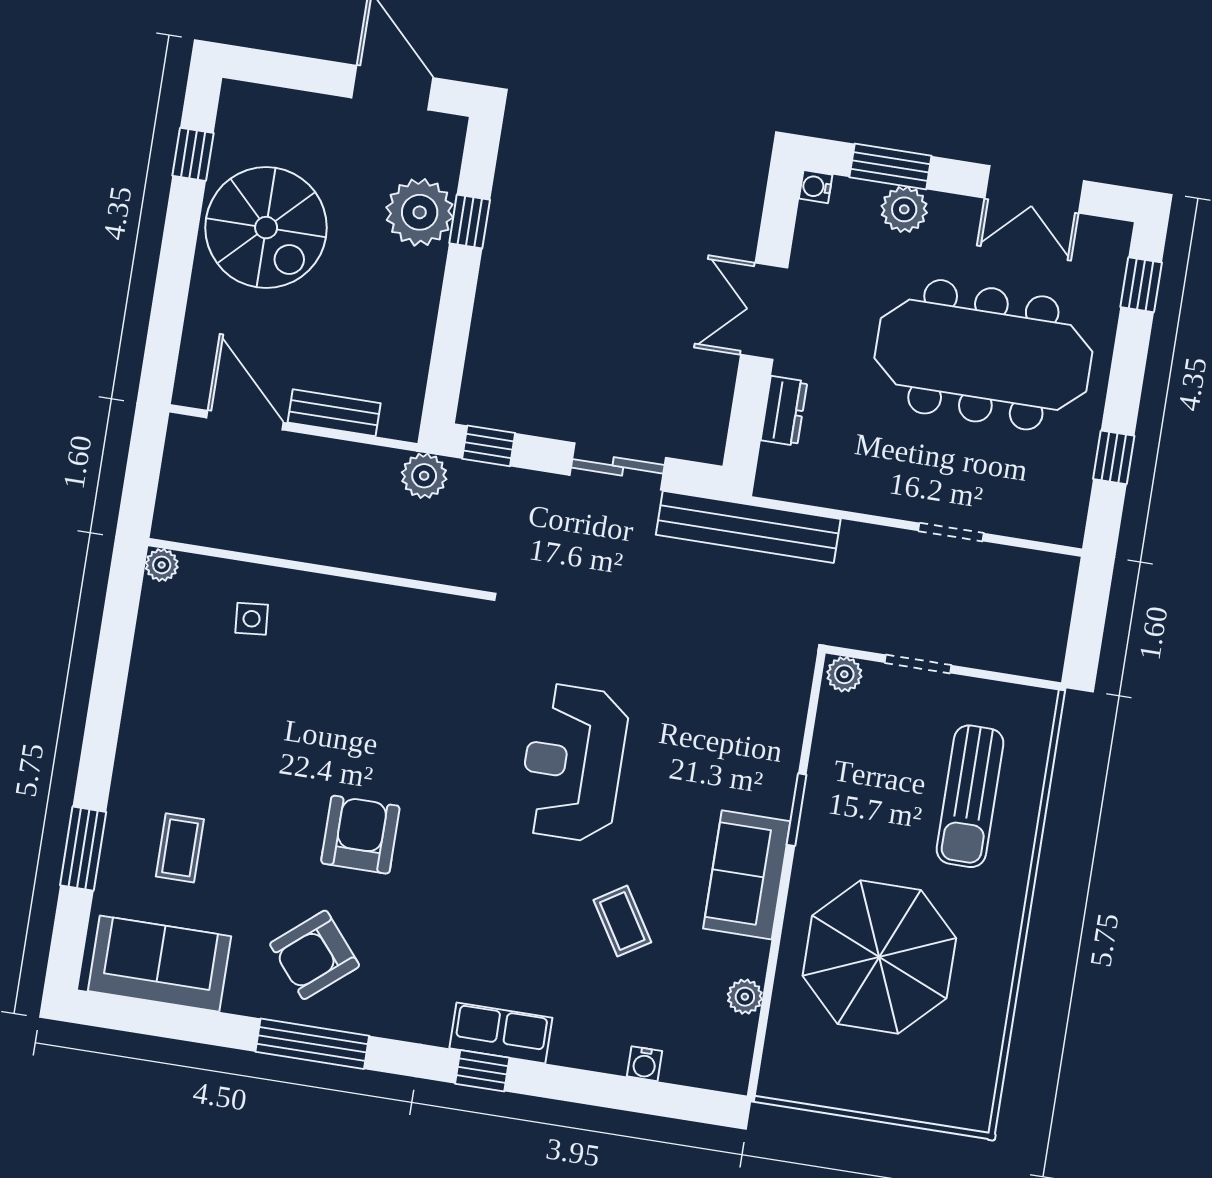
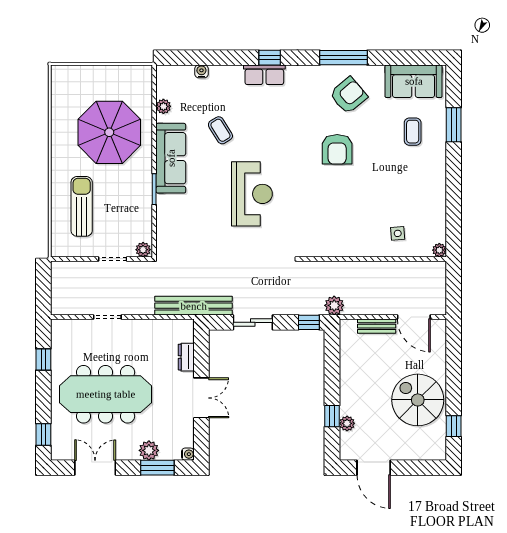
plant: (420, 212) -> (347, 423), width x0.53, depth x0.53
sofa: (747, 875) -> (171, 158), width x1.36

